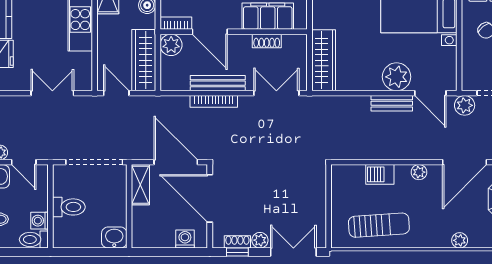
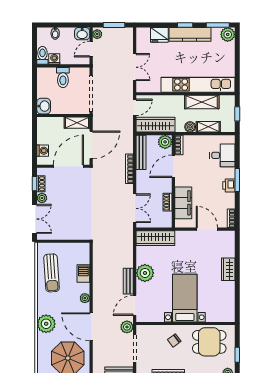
plant: (397, 77) -> (145, 273), moved
bench: (218, 83) -> (141, 152), moved
plant: (460, 240) -> (46, 324), width x1.87, depth x1.87

